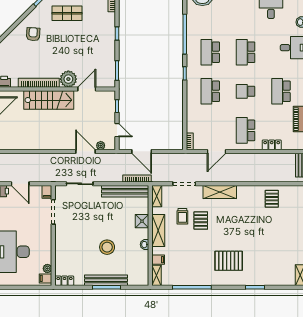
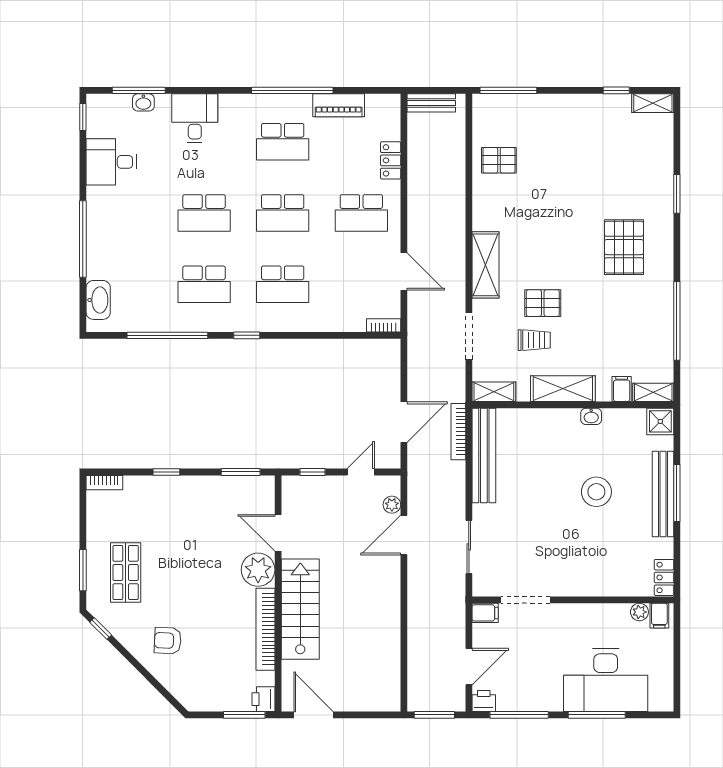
school desk: (246, 91) -> (283, 213), width x1.85
shower: (142, 221) -> (660, 421), moved

